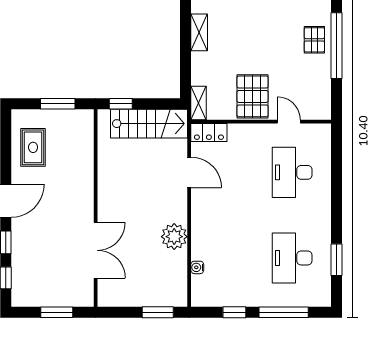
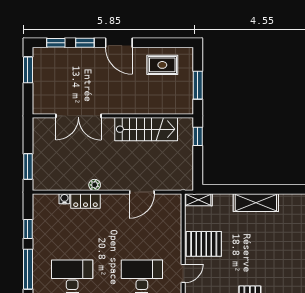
shelving: (199, 32) -> (256, 203), width x1.50, depth x1.33
stairs: (149, 124) -> (146, 129), moved, turned -90
locker: (209, 133) -> (85, 201), moved, turned -90
plant: (174, 237) -> (95, 185), width x0.53, depth x0.53
window: (57, 312) -> (28, 70), moved

